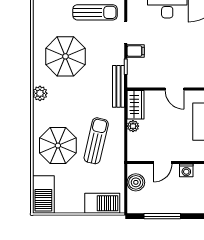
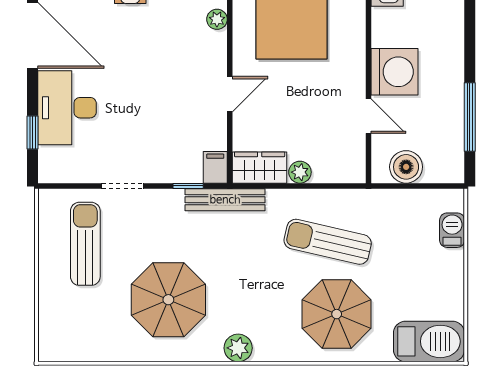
filing cabinet: (136, 51) -> (215, 167), moved
washing machine: (186, 170) -> (395, 72), width x1.89, depth x1.89
barbecue: (102, 203) -> (452, 230), width x0.53, depth x0.65

